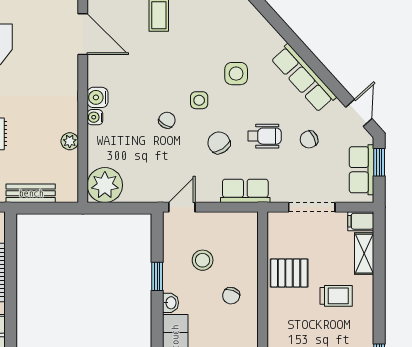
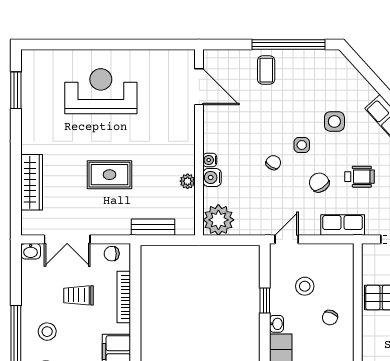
water cooler: (98, 97) -> (212, 177), moved

